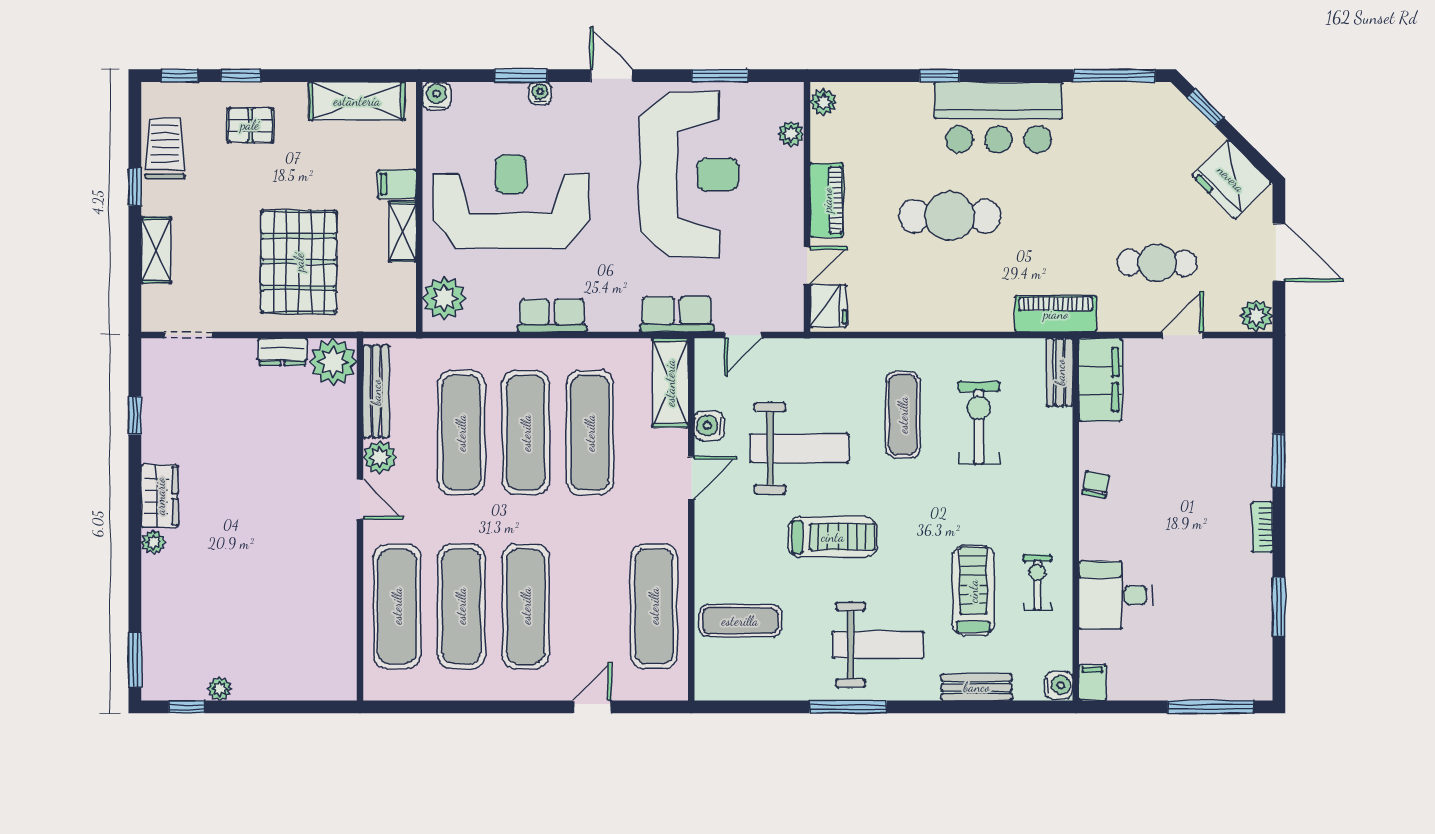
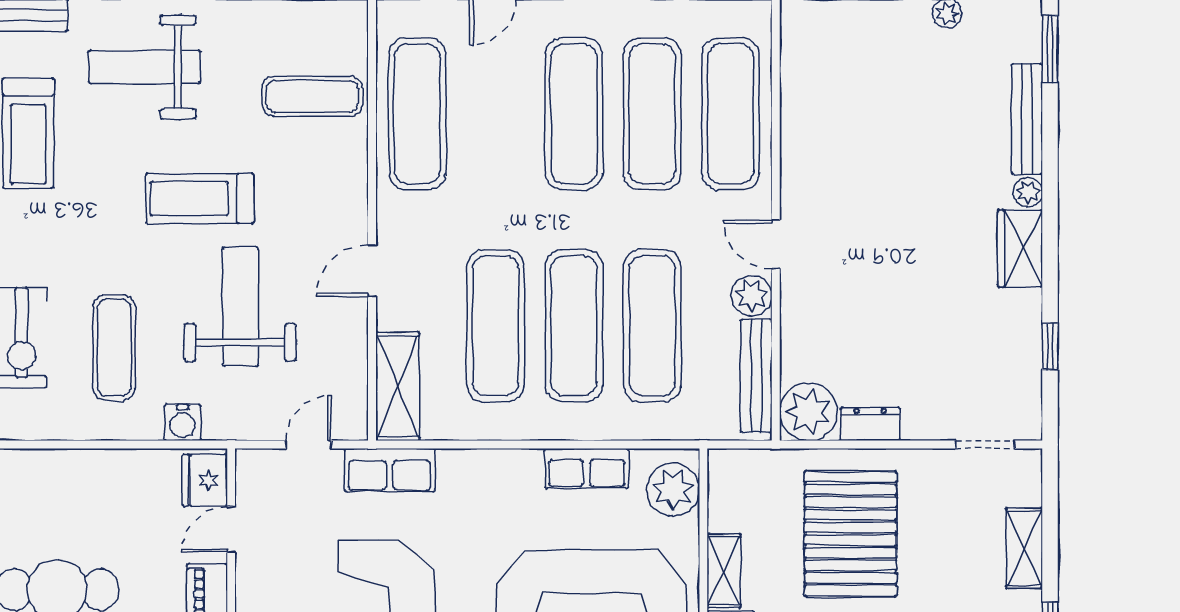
row of seats: (552, 316) -> (587, 468), moved
water cooler: (709, 426) -> (182, 422), moved, turned 90
weight bench: (799, 448) -> (240, 307), turned 90
bench: (154, 602) -> (1027, 119), added

